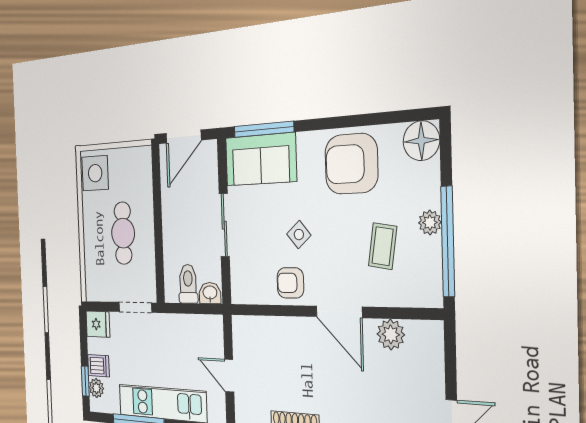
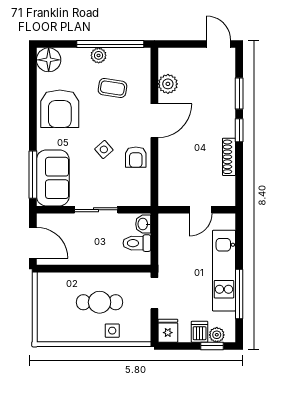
side table: (95, 173) -> (112, 331), moved, width x0.54, depth x0.54

